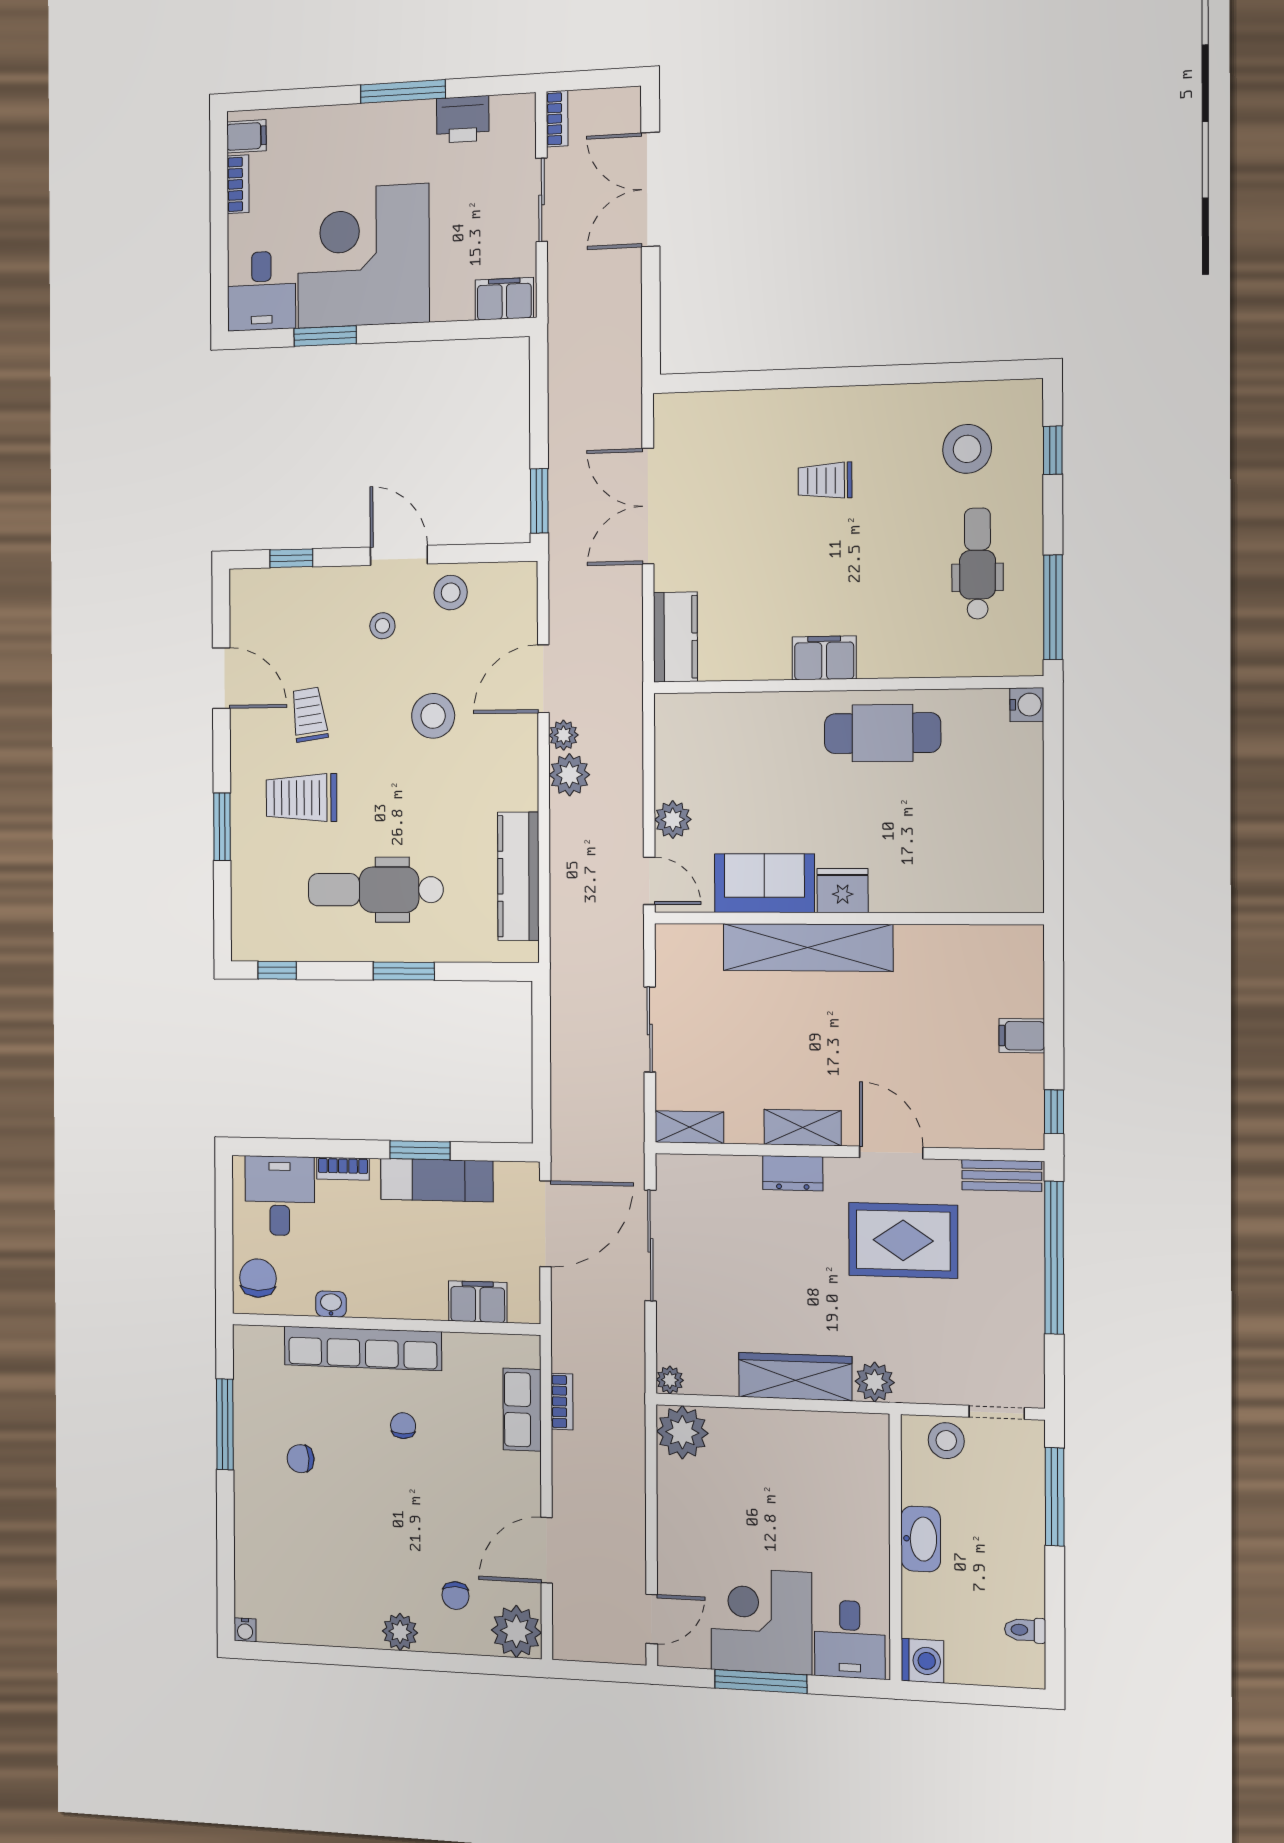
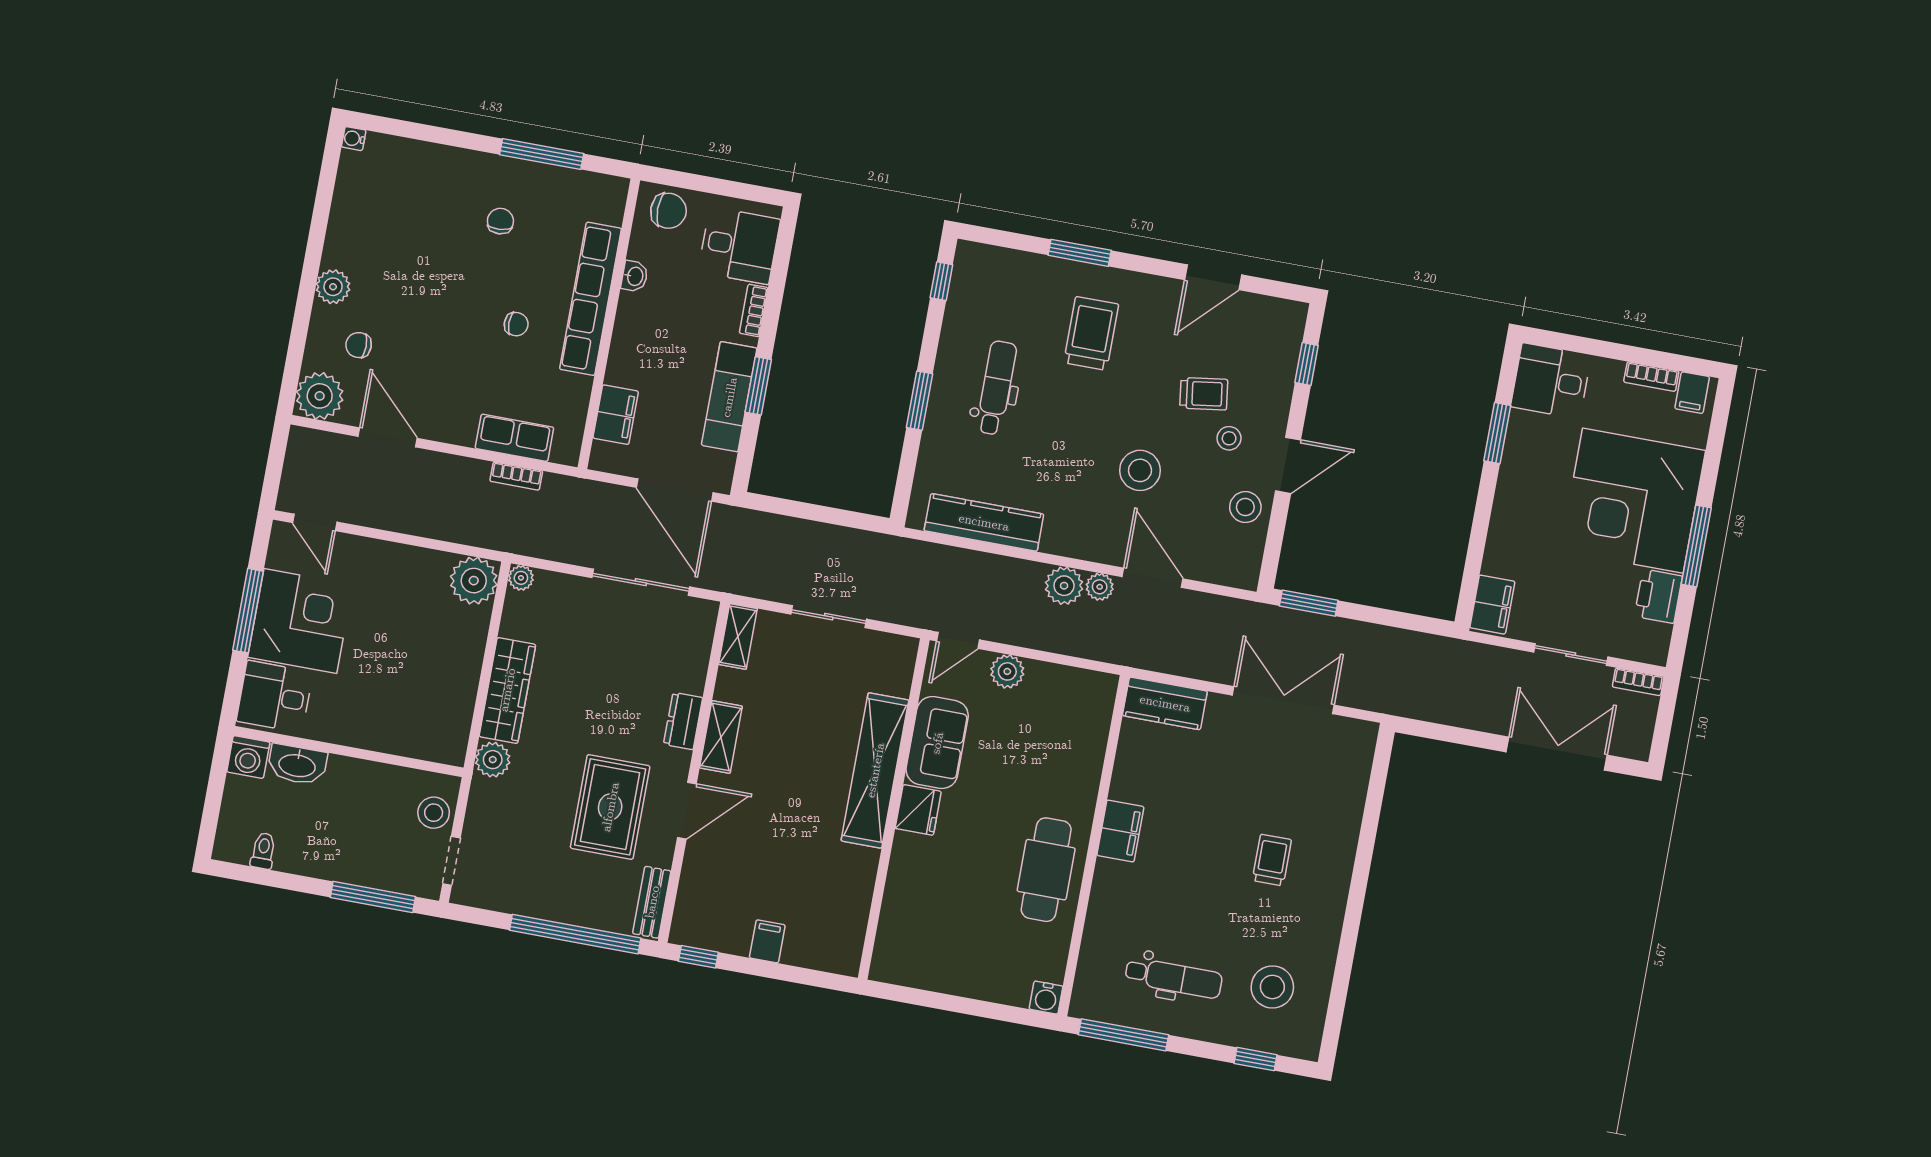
corner desk: (363, 256) -> (1633, 501), moved, turned 180
trolley: (309, 715) -> (1204, 394), moved
dental chair: (376, 890) -> (996, 388), width x0.73, depth x0.72
washbasin: (921, 1539) -> (297, 765), moved

